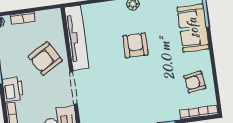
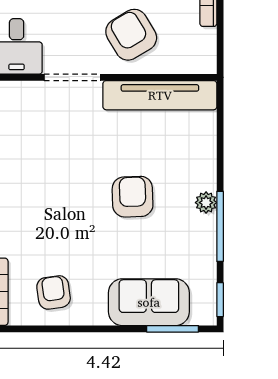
armchair: (135, 45) -> (133, 197), turned -92

